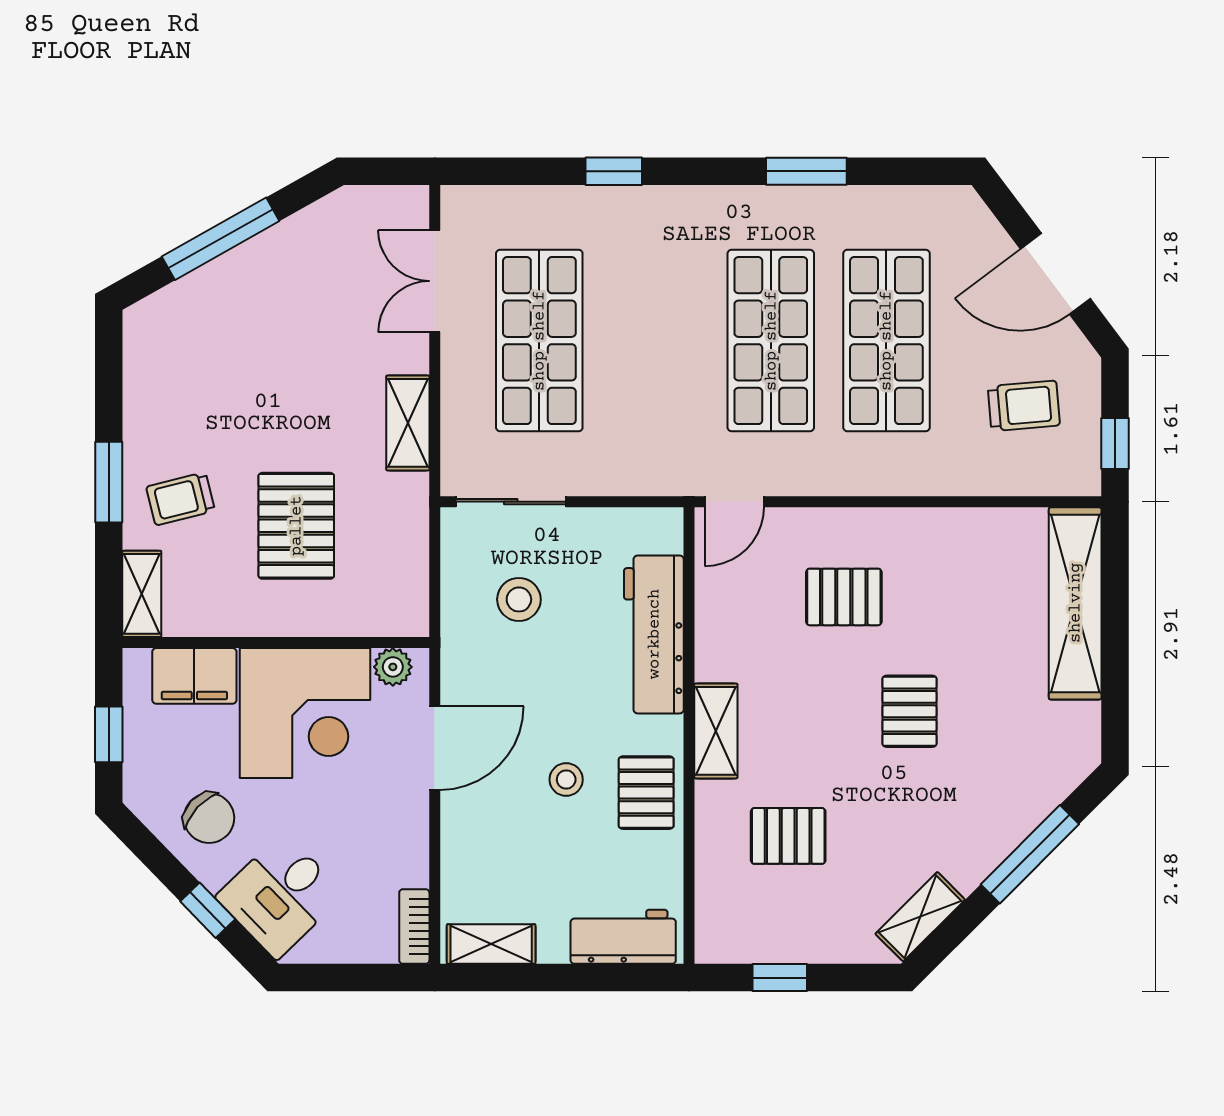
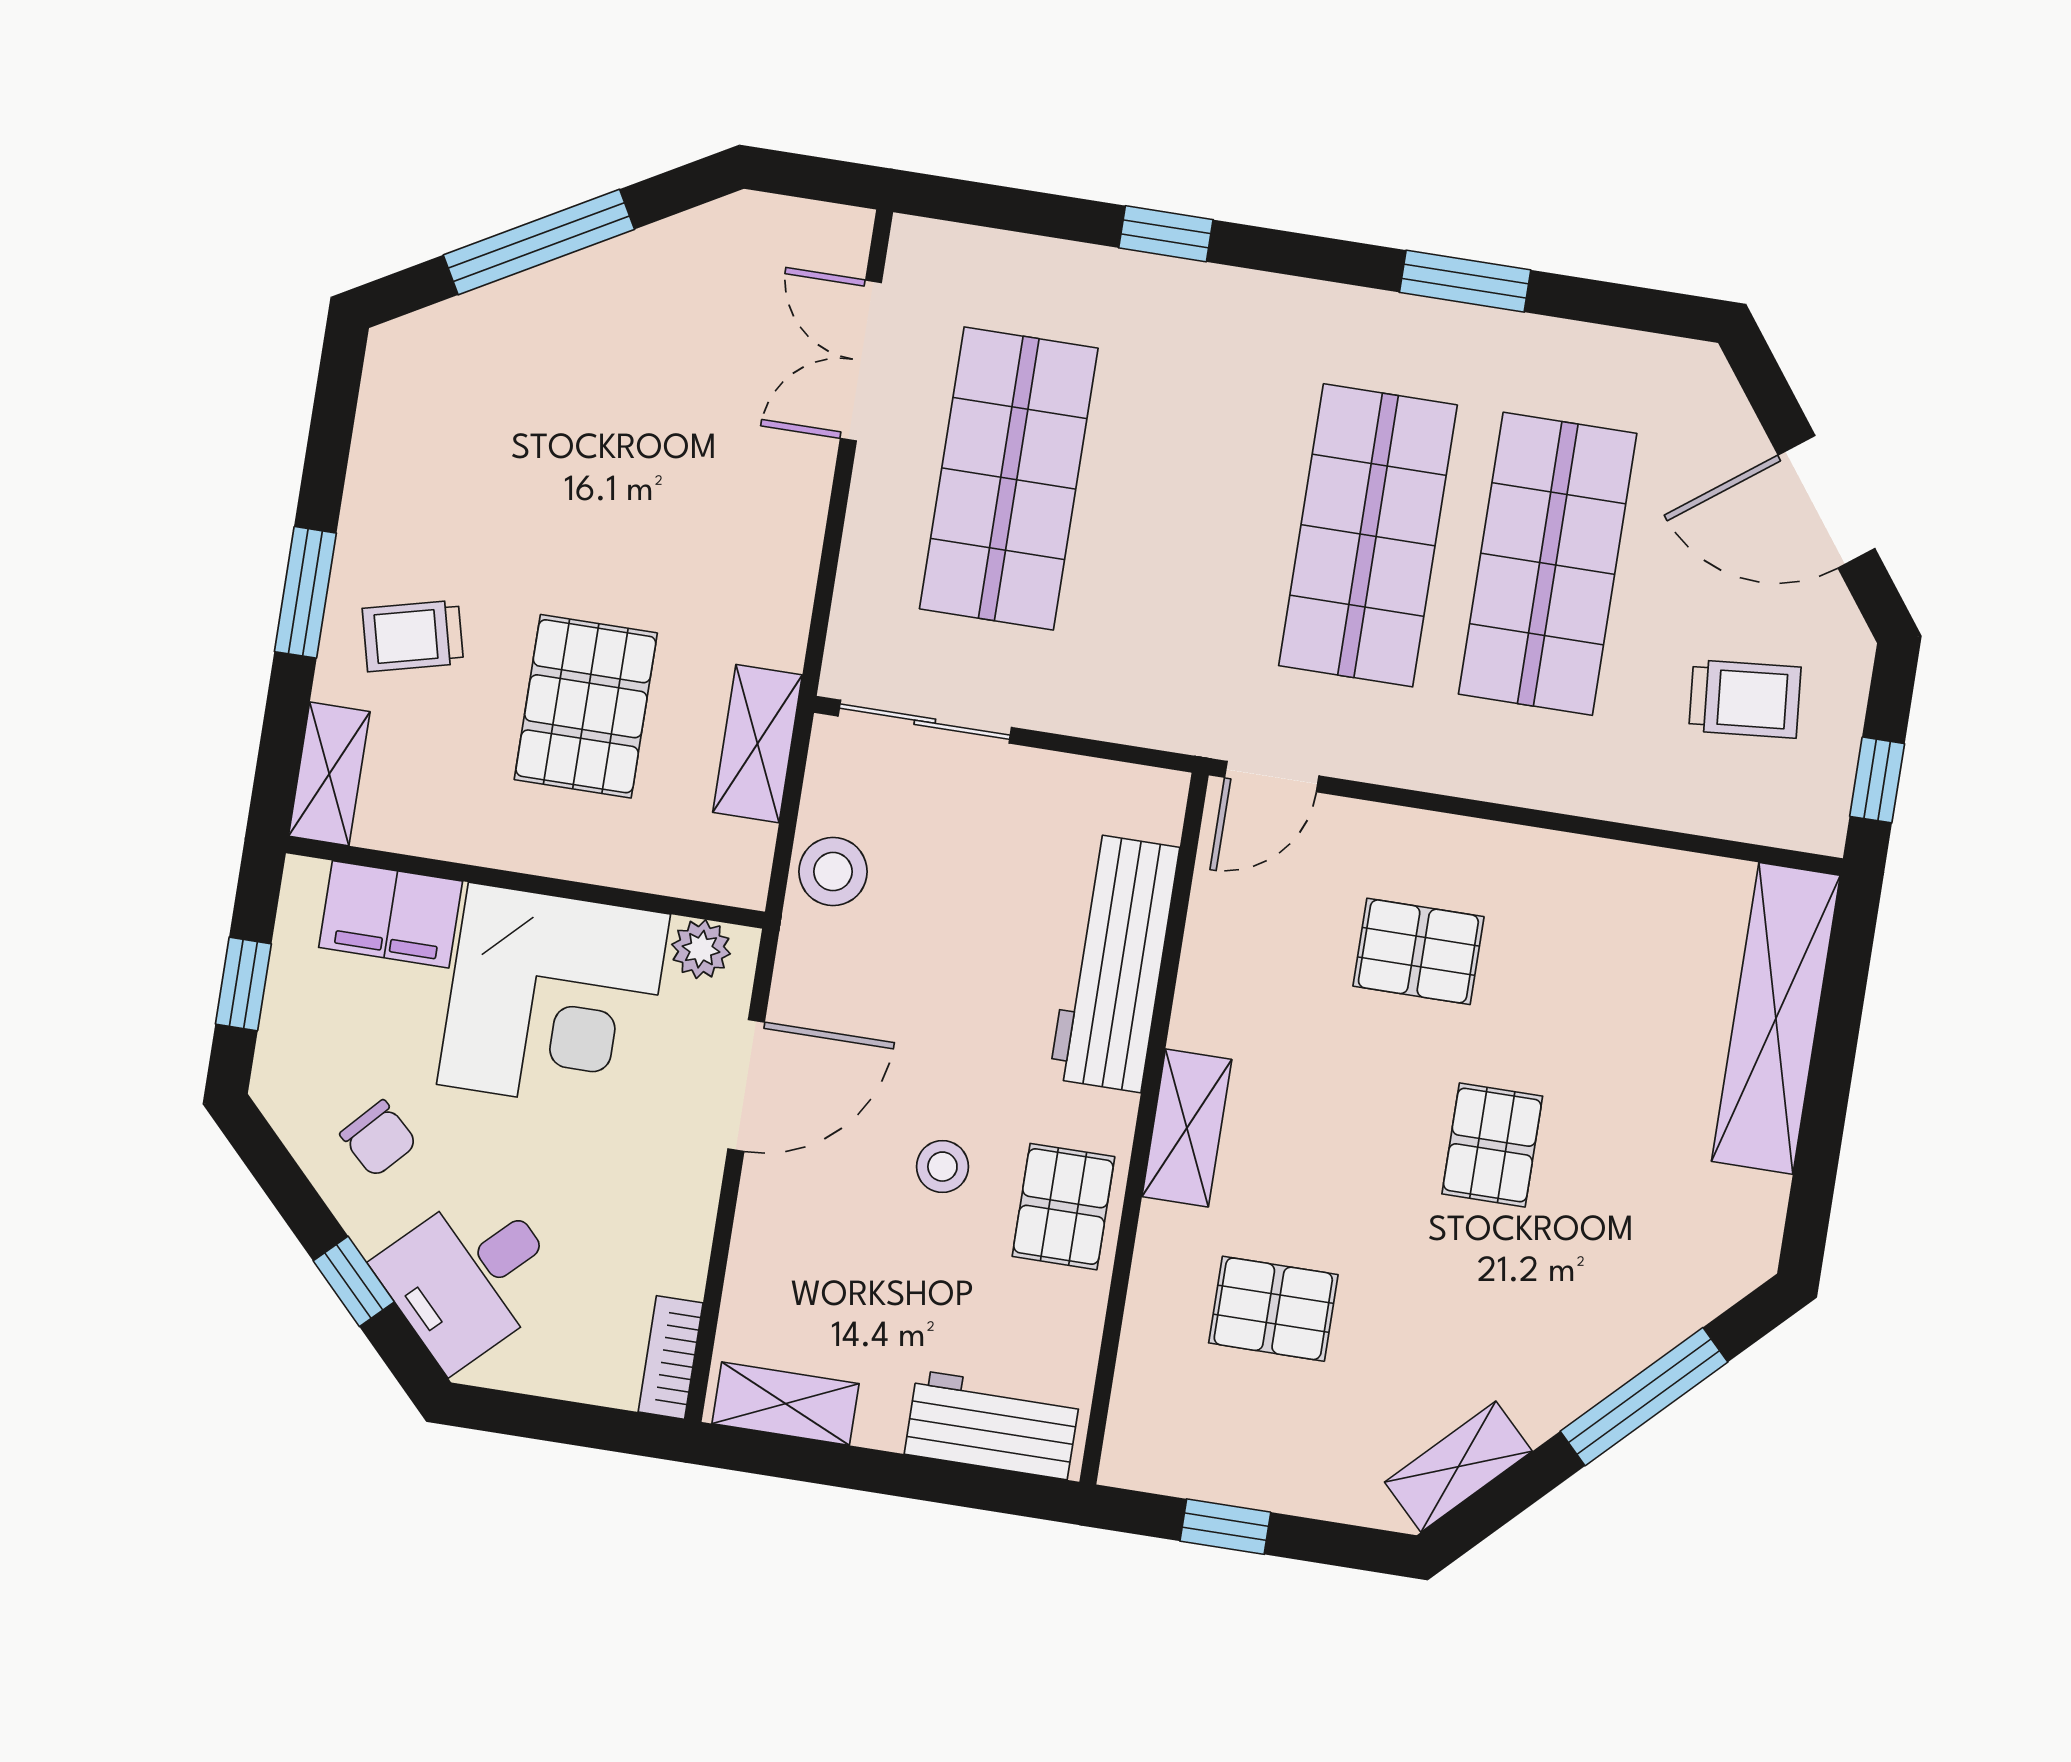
shelving: (408, 423) -> (758, 744), moved
stool: (519, 599) -> (833, 872), moved
chair: (209, 818) -> (379, 1139), width x0.73, depth x0.73

